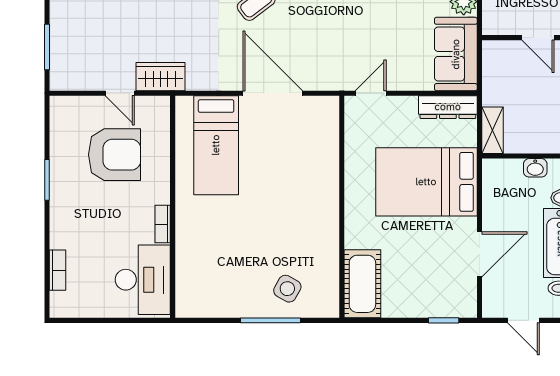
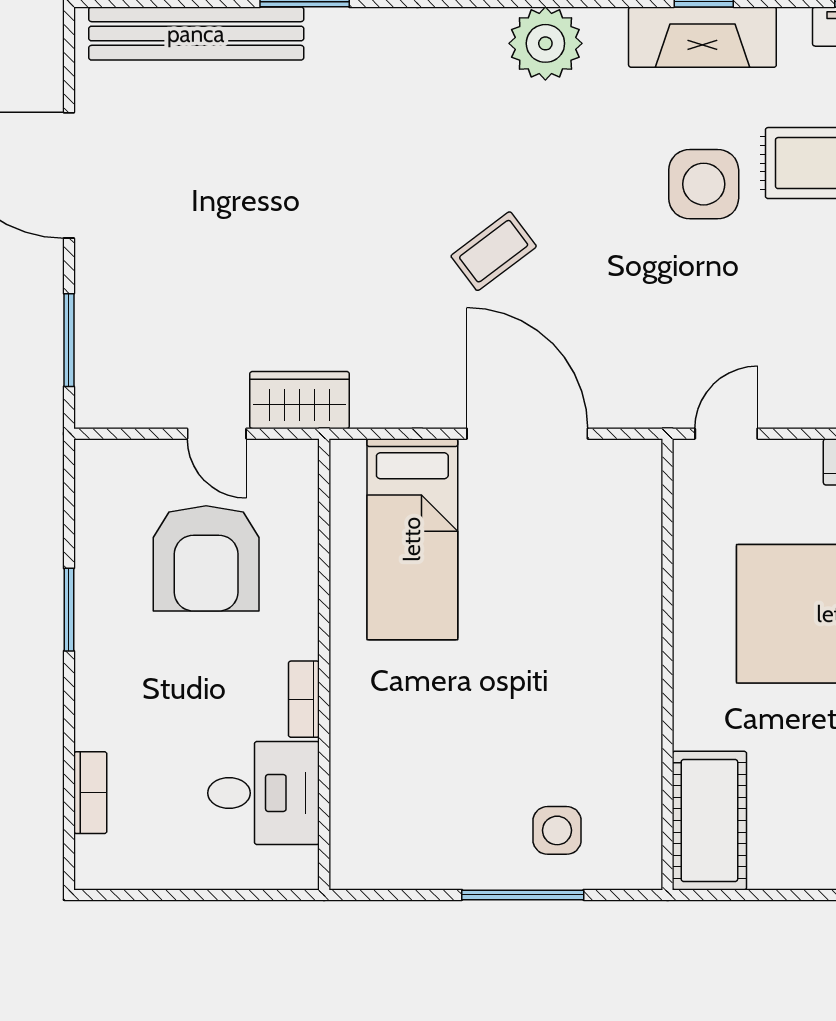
armchair: (114, 155) -> (206, 558), turned 90
desk: (143, 280) -> (264, 793), width x0.73
side table: (287, 289) -> (557, 830), turned -30

